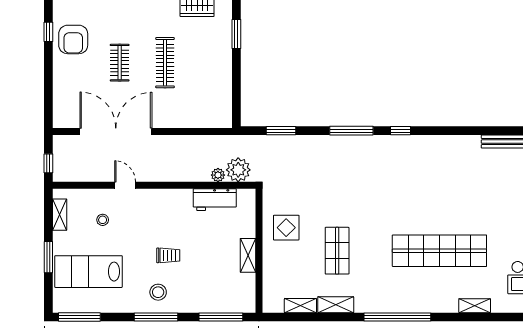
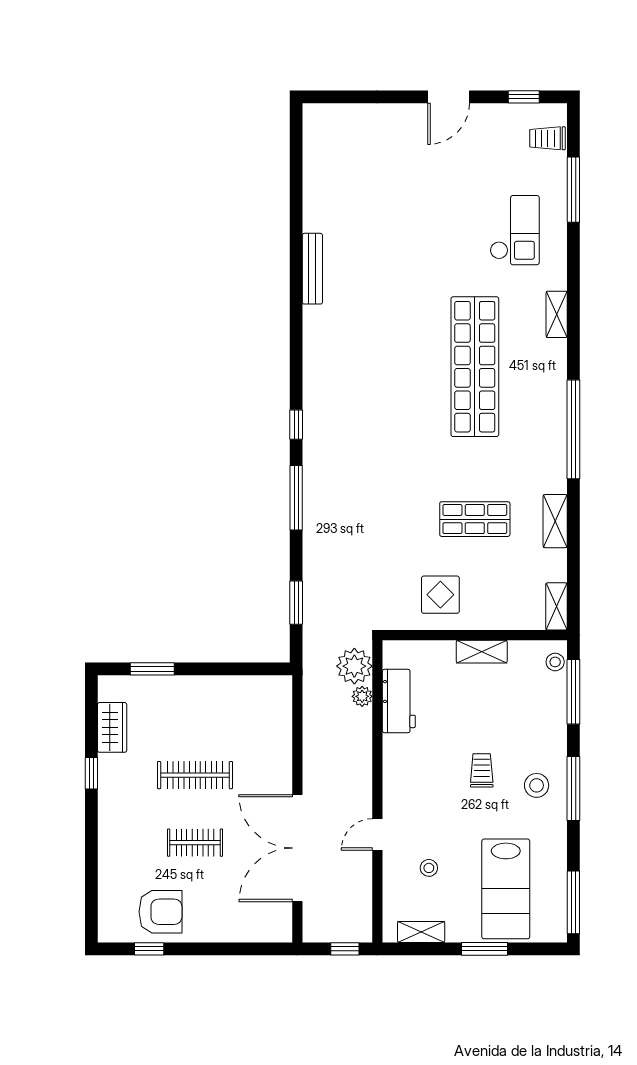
stool: (241, 305) -> (555, 662), added
shelving: (300, 306) -> (557, 606), moved

